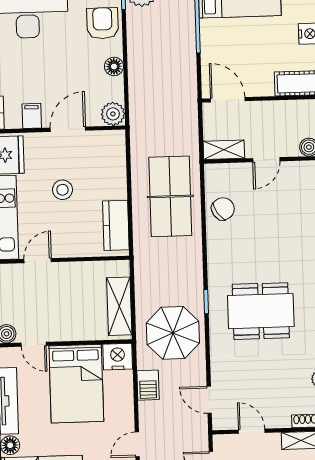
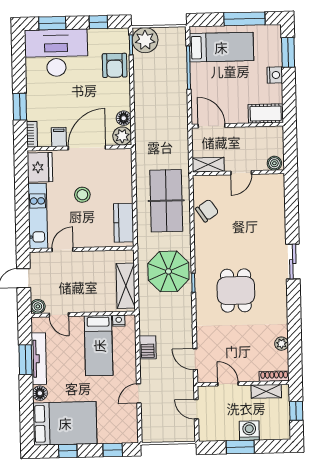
armchair: (102, 23) -> (115, 65), turned 180
floor lamp: (114, 66) -> (124, 118), moved
door: (68, 129) -> (87, 148), width x1.36
dining table: (261, 311) -> (236, 290), width x0.73
parasol: (173, 333) -> (168, 271), moved
nightstand: (118, 357) -> (119, 321), width x0.53, depth x0.56
bed: (76, 384) -> (99, 346), width x0.67

